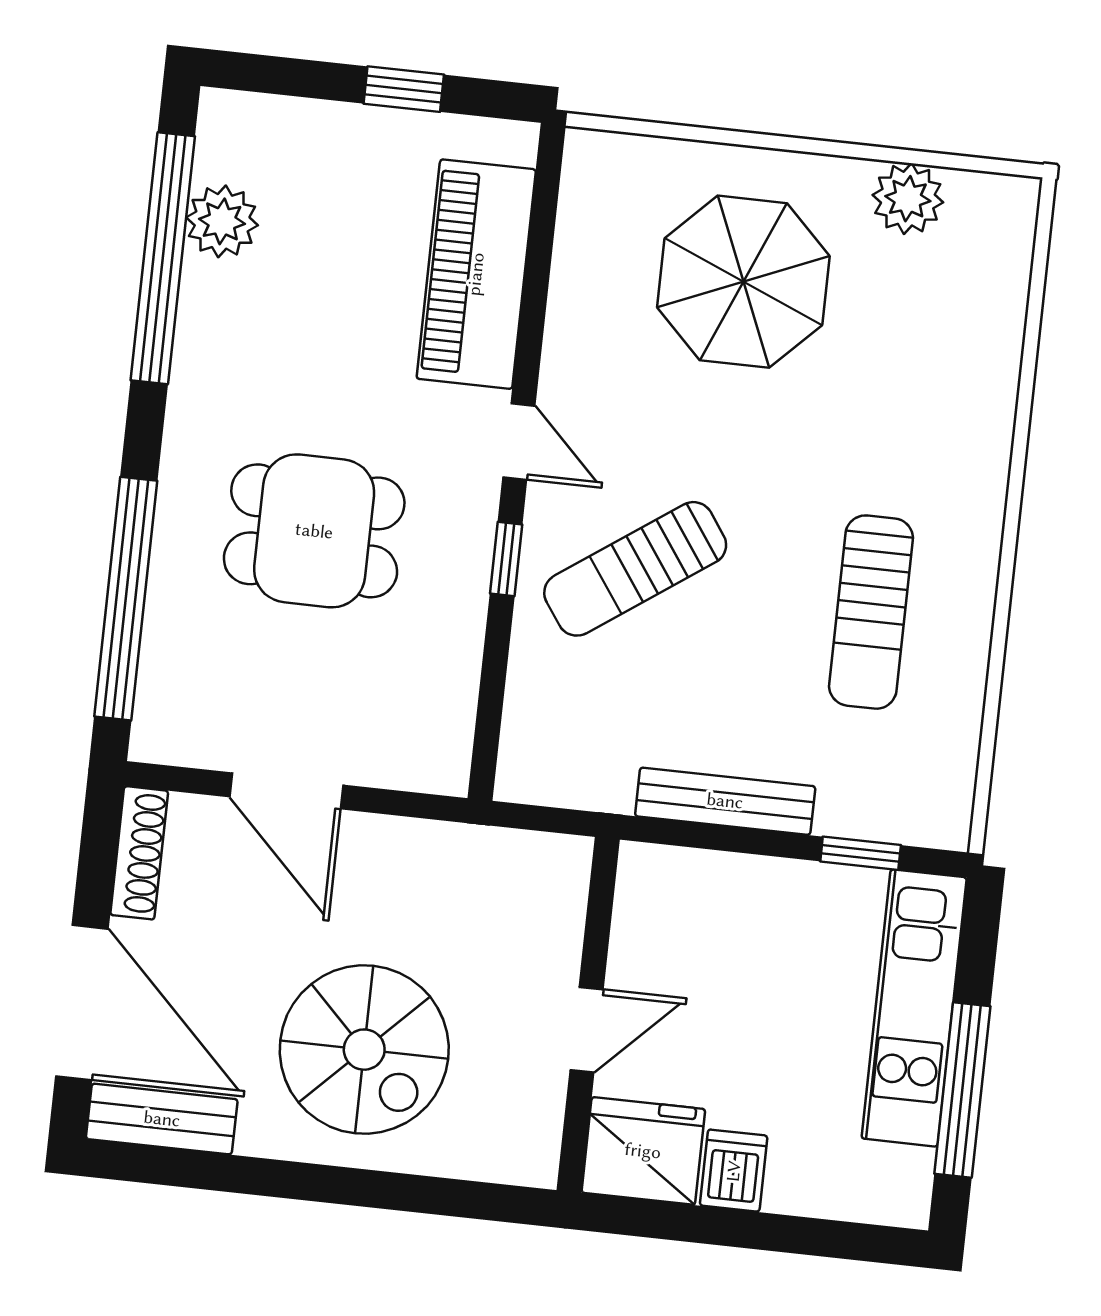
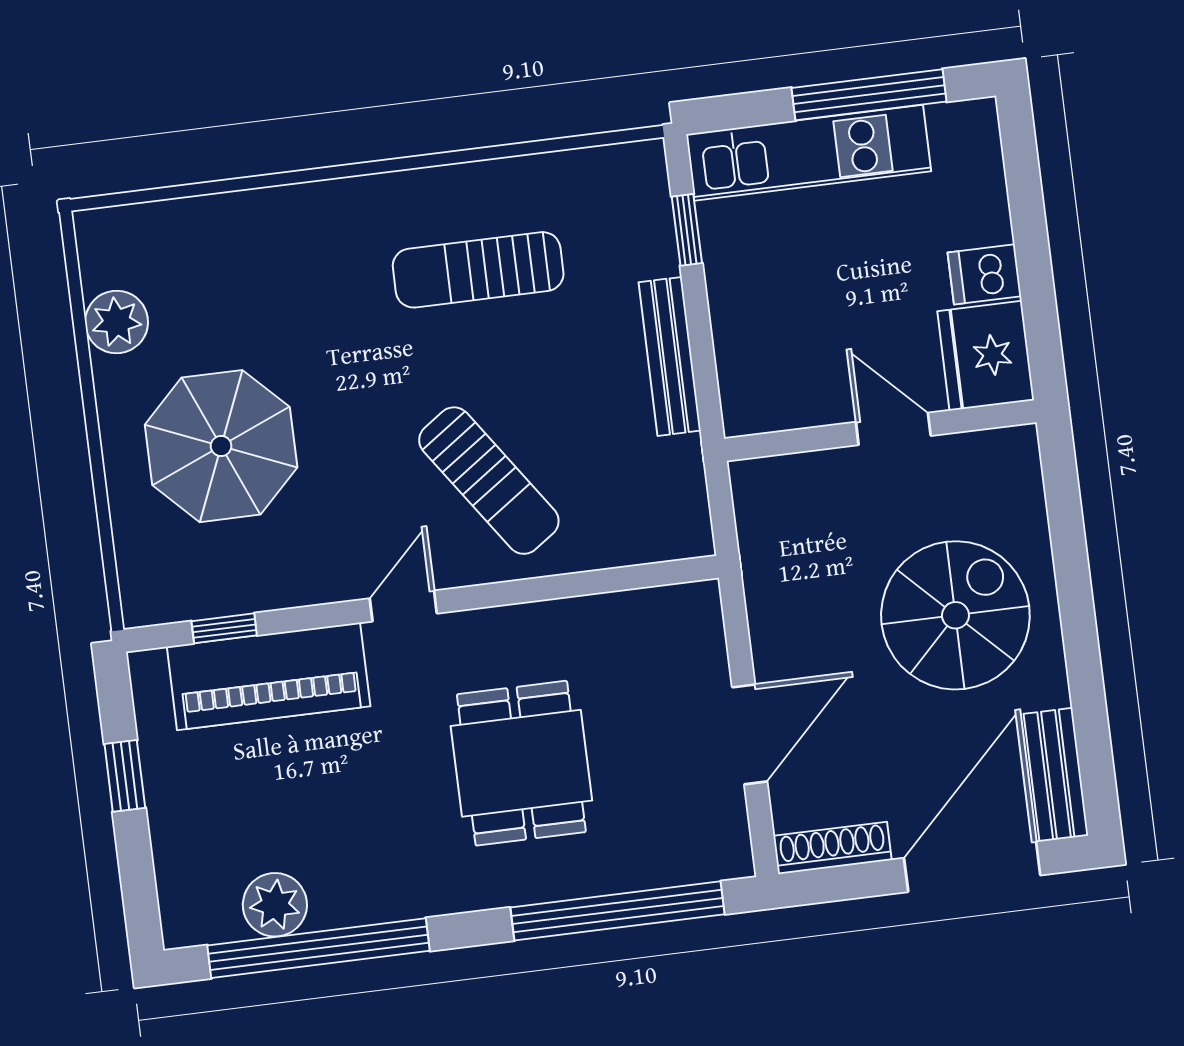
window: (506, 559) -> (224, 628), moved
sun lounger: (871, 612) -> (478, 270), turned 180

